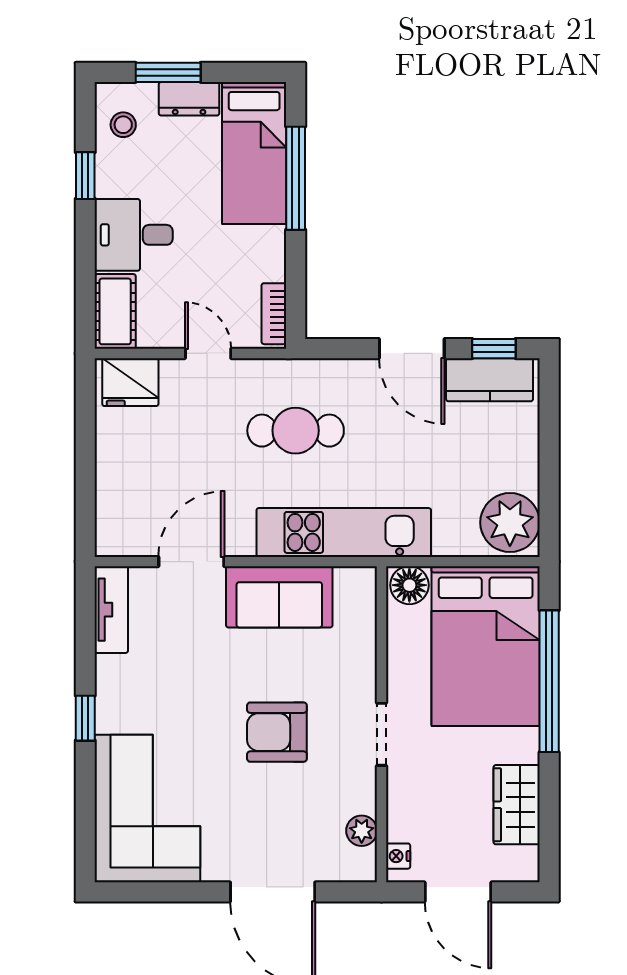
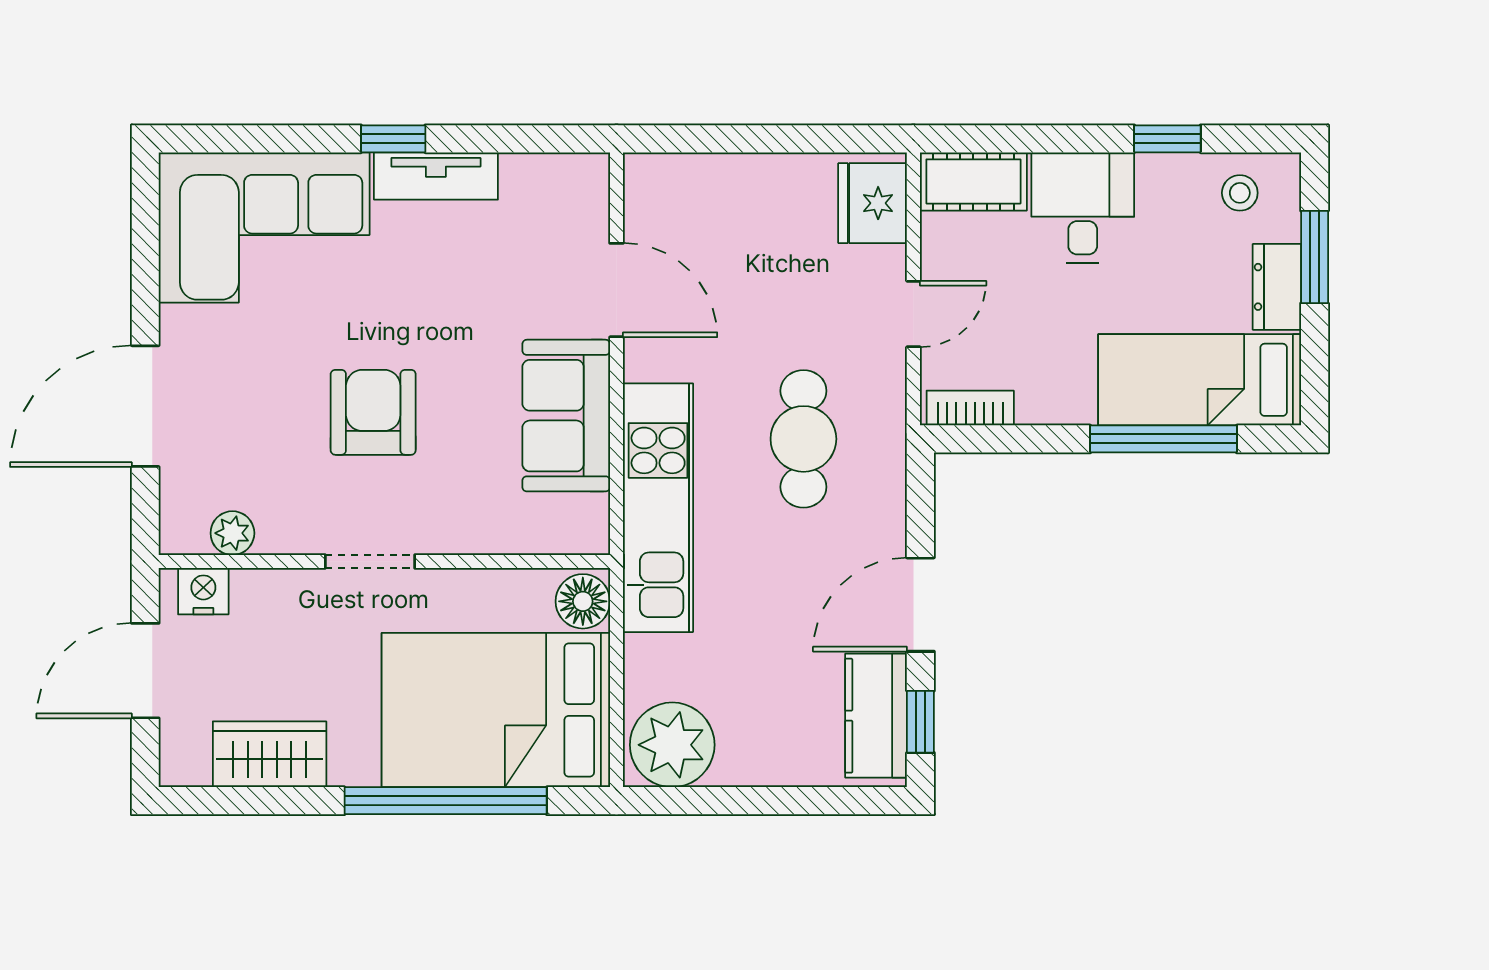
tv unit: (111, 610) -> (436, 176), moved
nightstand: (398, 856) -> (203, 591), width x1.39, depth x1.35

